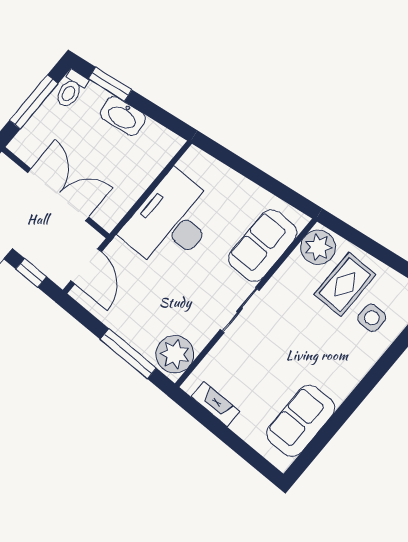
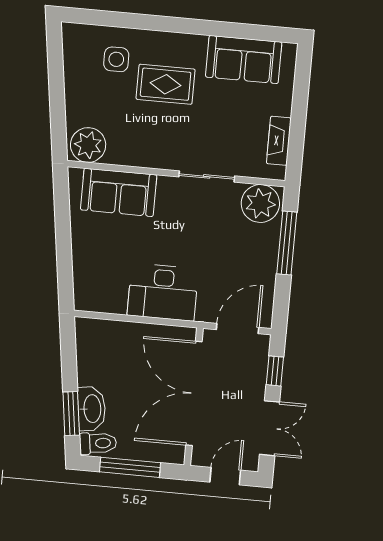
washbasin: (123, 116) -> (92, 409), moved
double door: (58, 195) -> (194, 393), width x1.36
desk: (171, 222) -> (163, 292), width x0.73, depth x0.77
rug: (345, 284) -> (166, 84), moved
sliding door: (240, 310) -> (207, 176), moved

